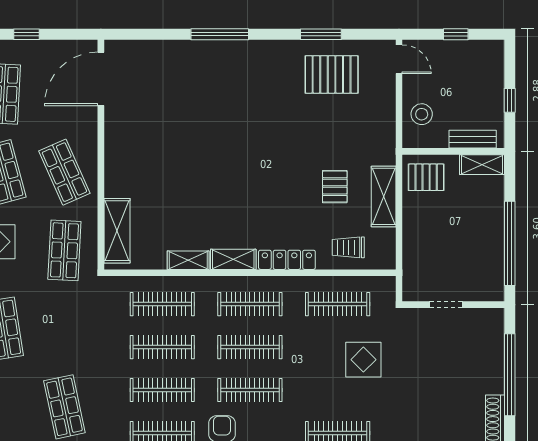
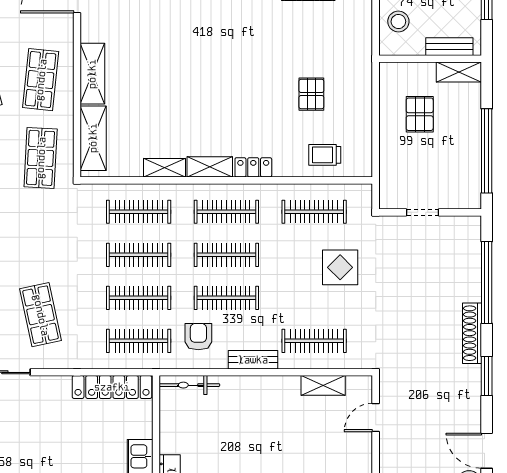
shop shelf: (64, 172) -> (41, 80), turned 30
pallet: (426, 177) -> (420, 114), moved, turned 90
shelving: (384, 196) -> (92, 74), moved
locker: (287, 260) -> (253, 167), width x0.66

